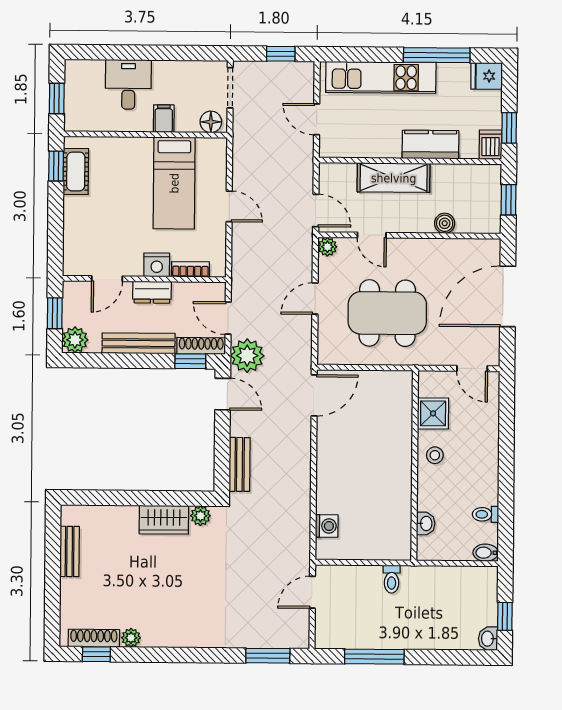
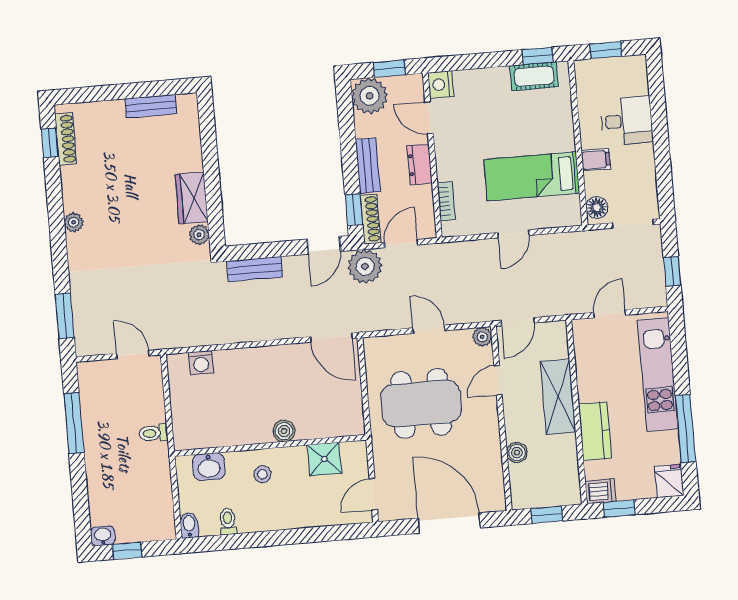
nightstand: (157, 265) -> (441, 85), moved
dining table: (387, 313) -> (421, 403), turned 90
plant: (75, 340) -> (370, 96), width x1.36, depth x1.36
bench: (139, 343) -> (368, 166), width x0.73
boiler: (402, 451) -> (284, 431), added
stool: (435, 455) -> (262, 474), moved
washbasin: (426, 524) -> (209, 467), width x1.38, depth x1.45
plant: (131, 638) -> (74, 222), moved

